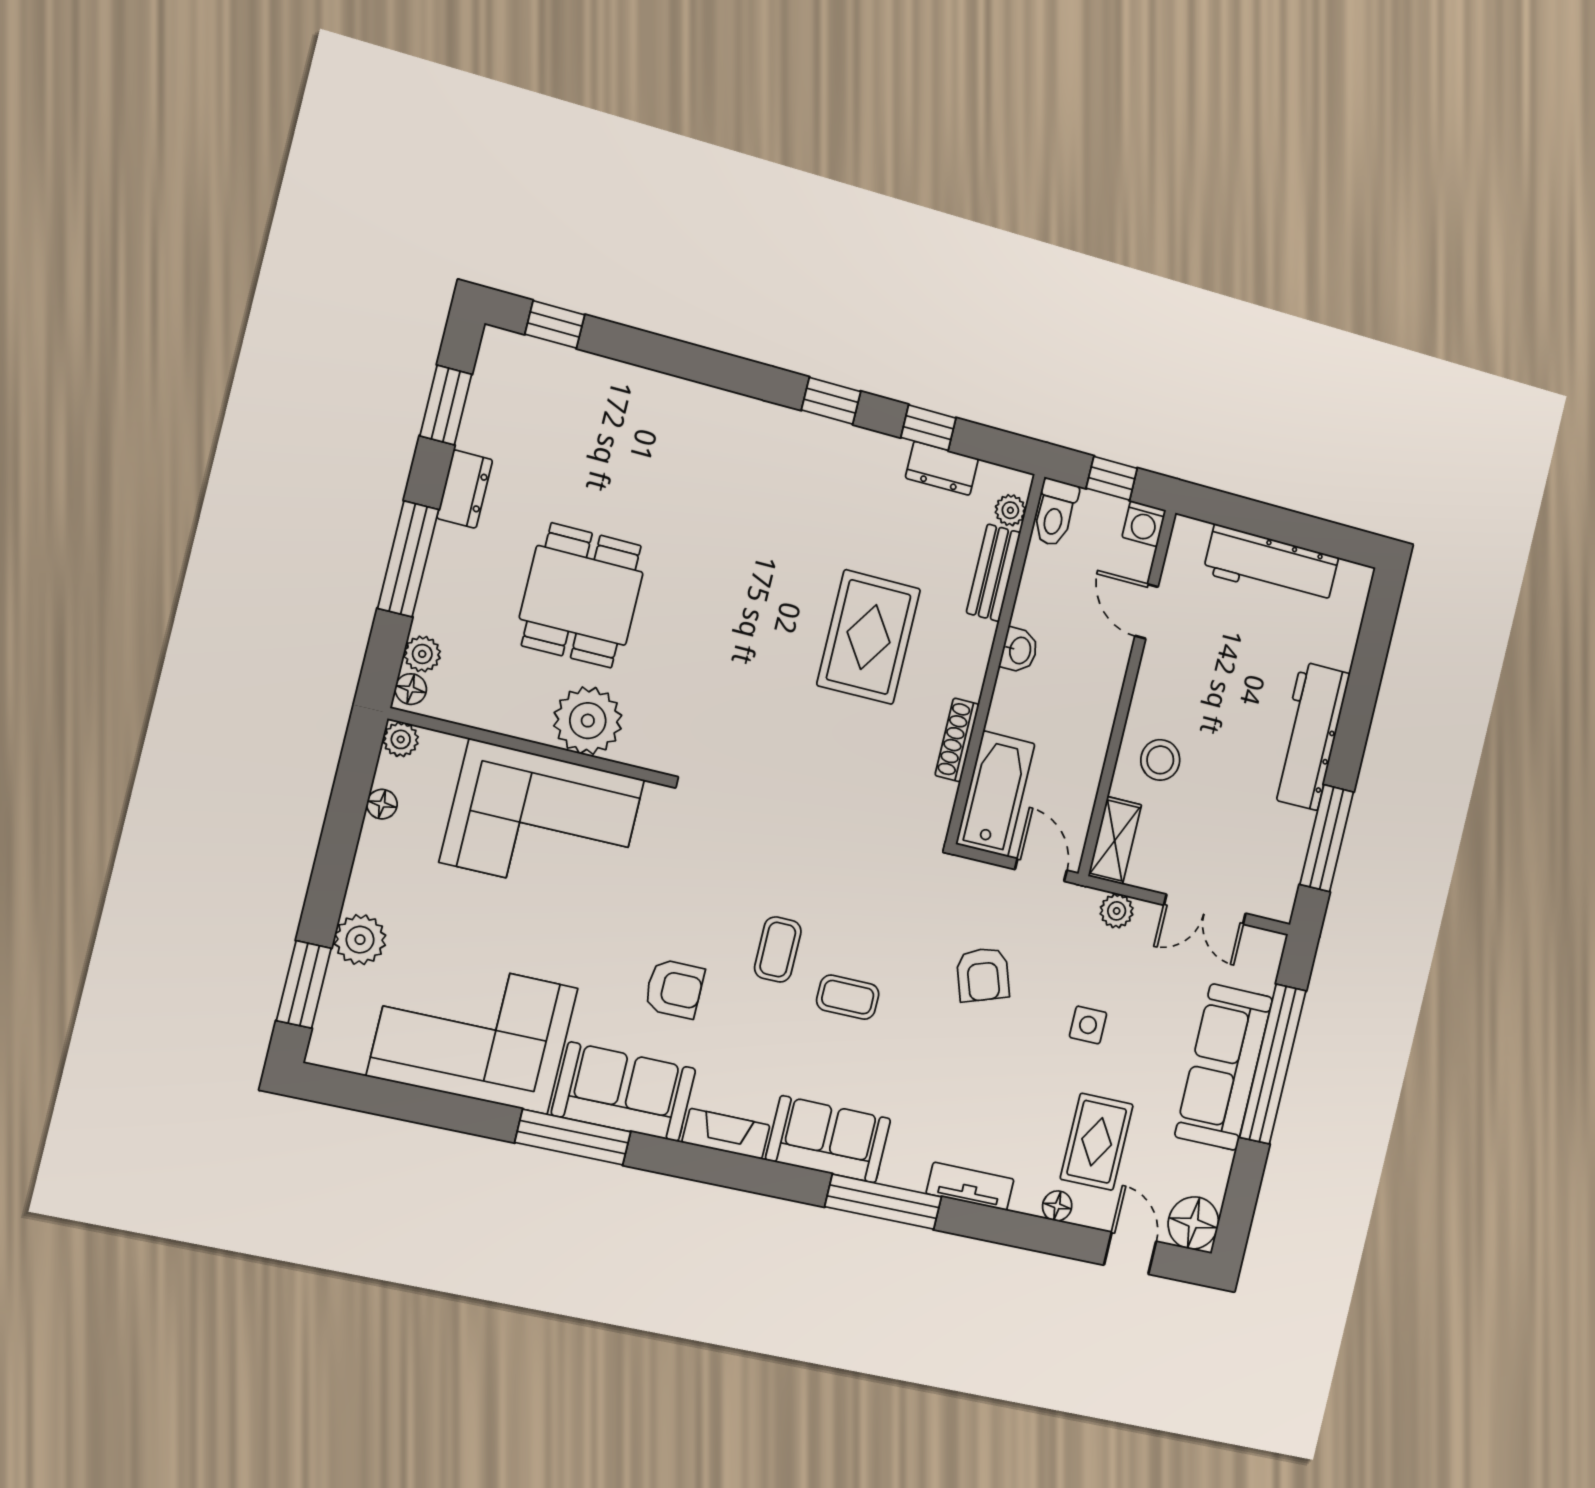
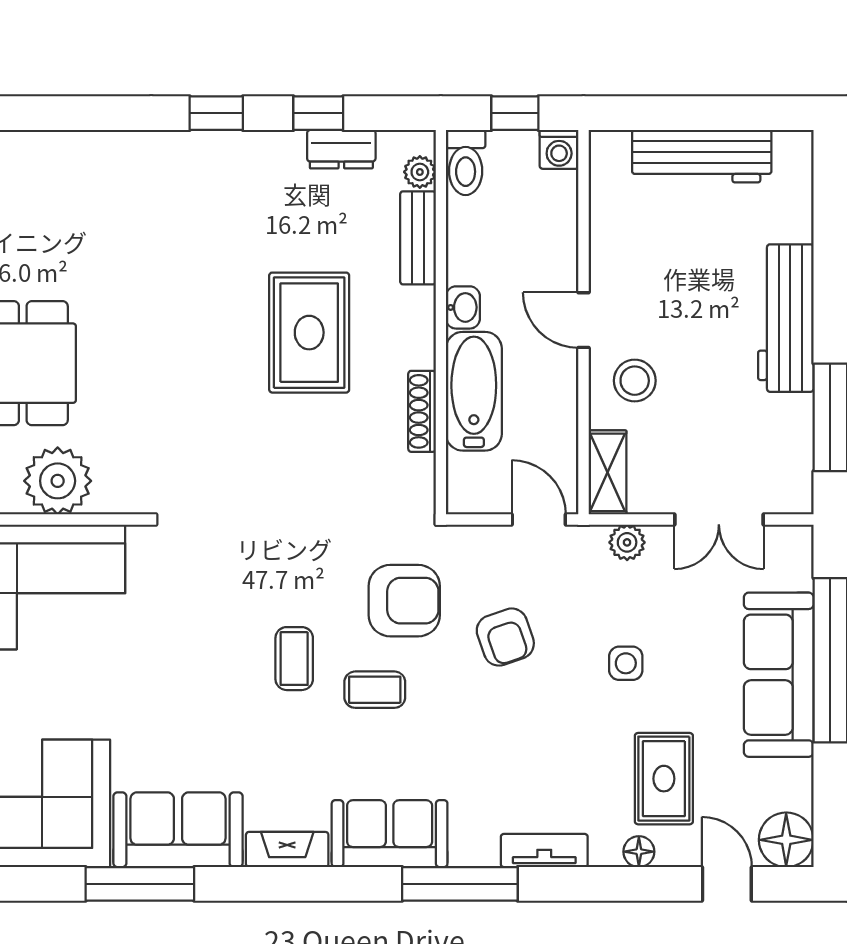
door: (1147, 611) -> (584, 320), moved
bathtub: (995, 794) -> (474, 391), moved
armchair: (674, 989) -> (404, 601), moved, width x1.38, depth x1.38

